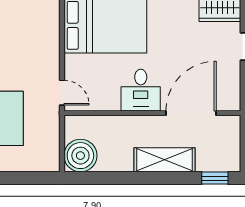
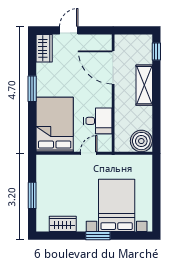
desk: (141, 90) -> (98, 121), moved
door: (62, 93) -> (89, 153), moved

